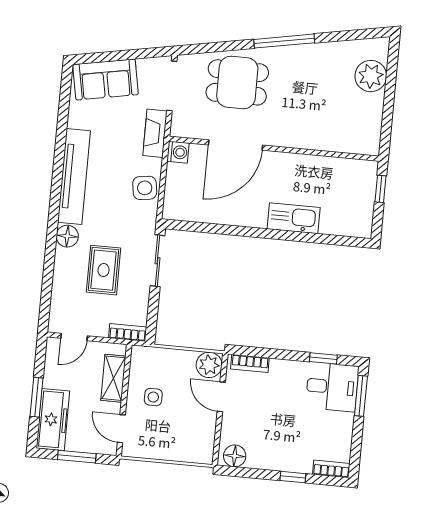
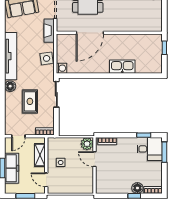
washing machine: (178, 152) -> (61, 68), moved
freezer: (53, 420) -> (12, 168), moved
floor lamp: (235, 456) -> (137, 188), moved

